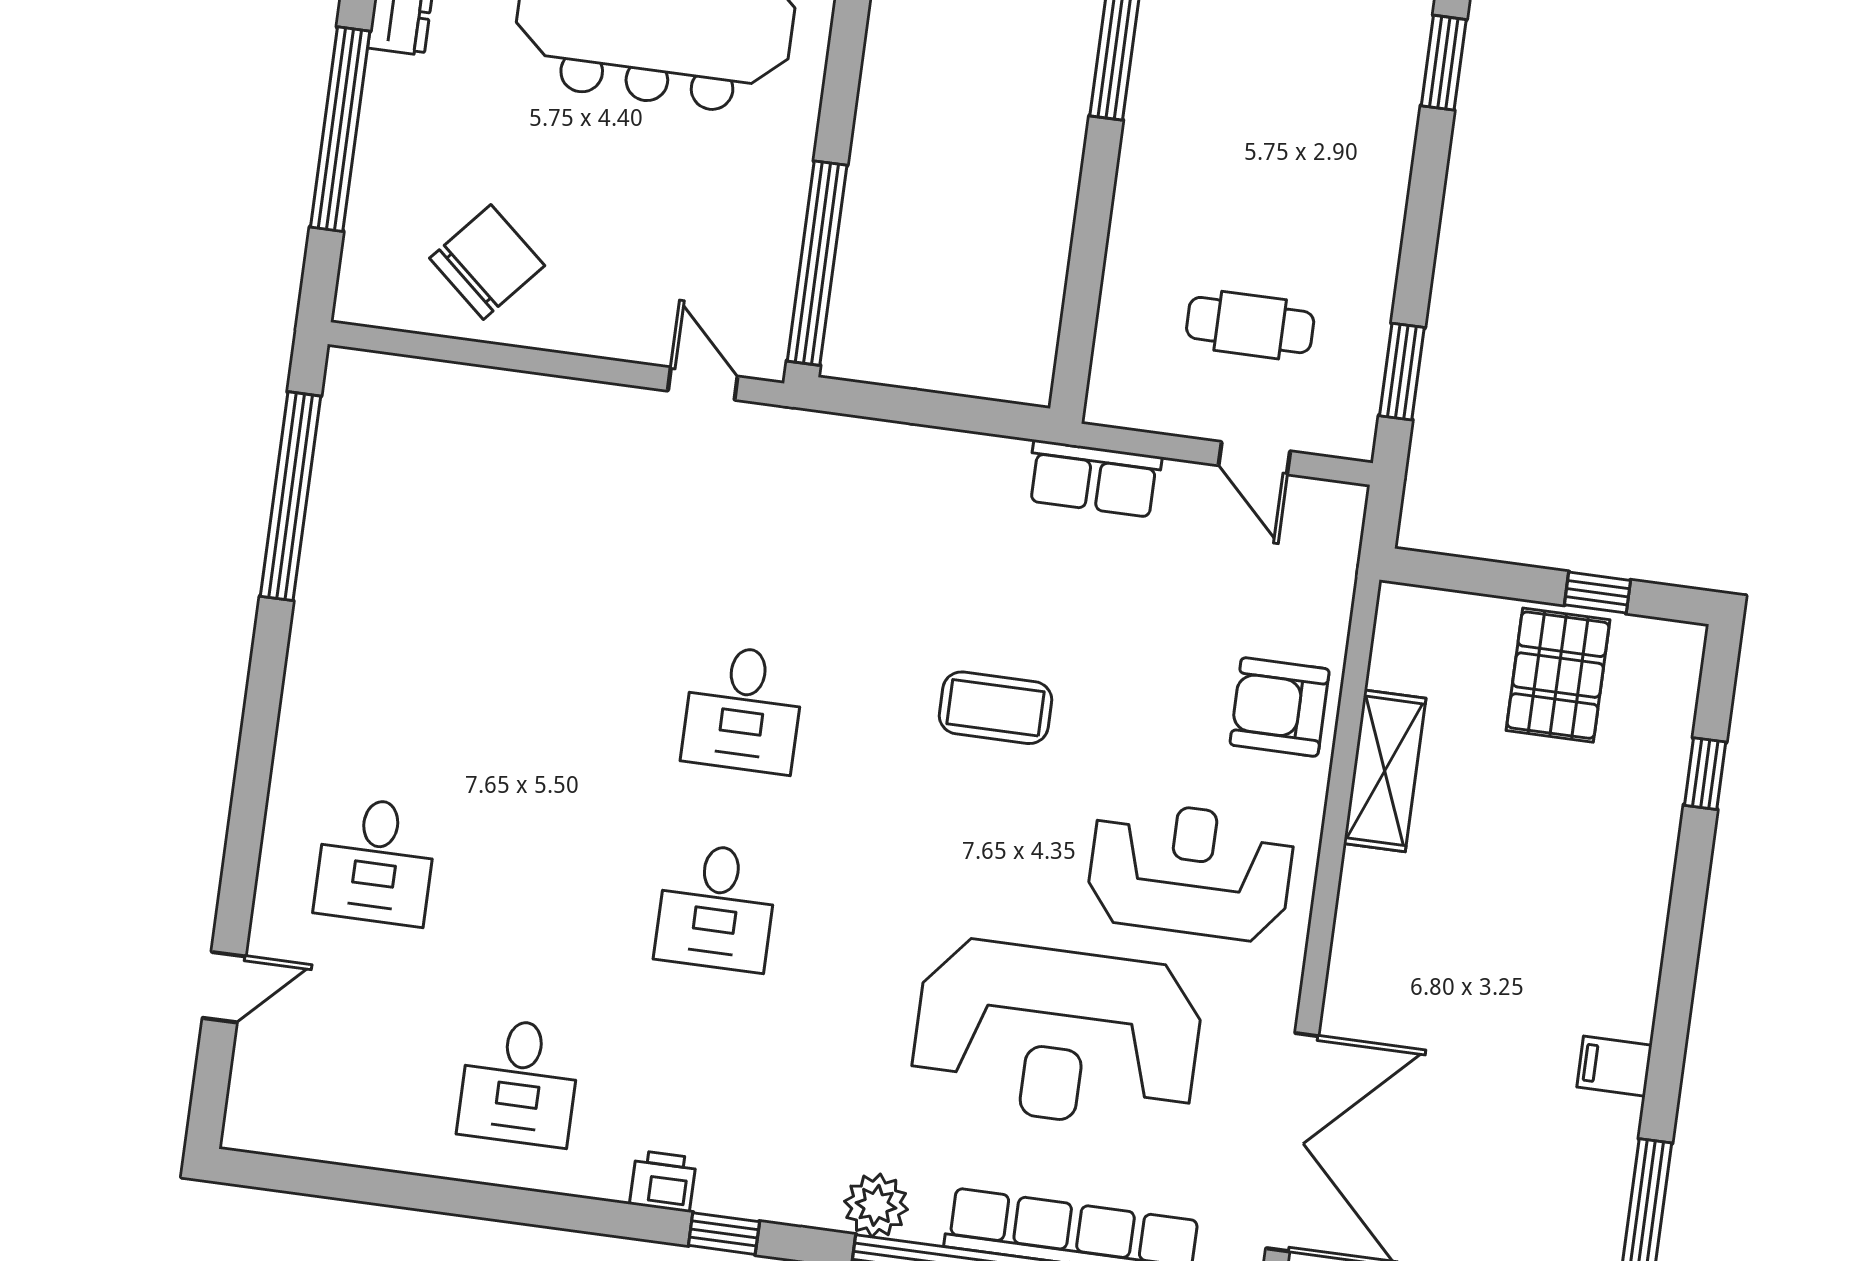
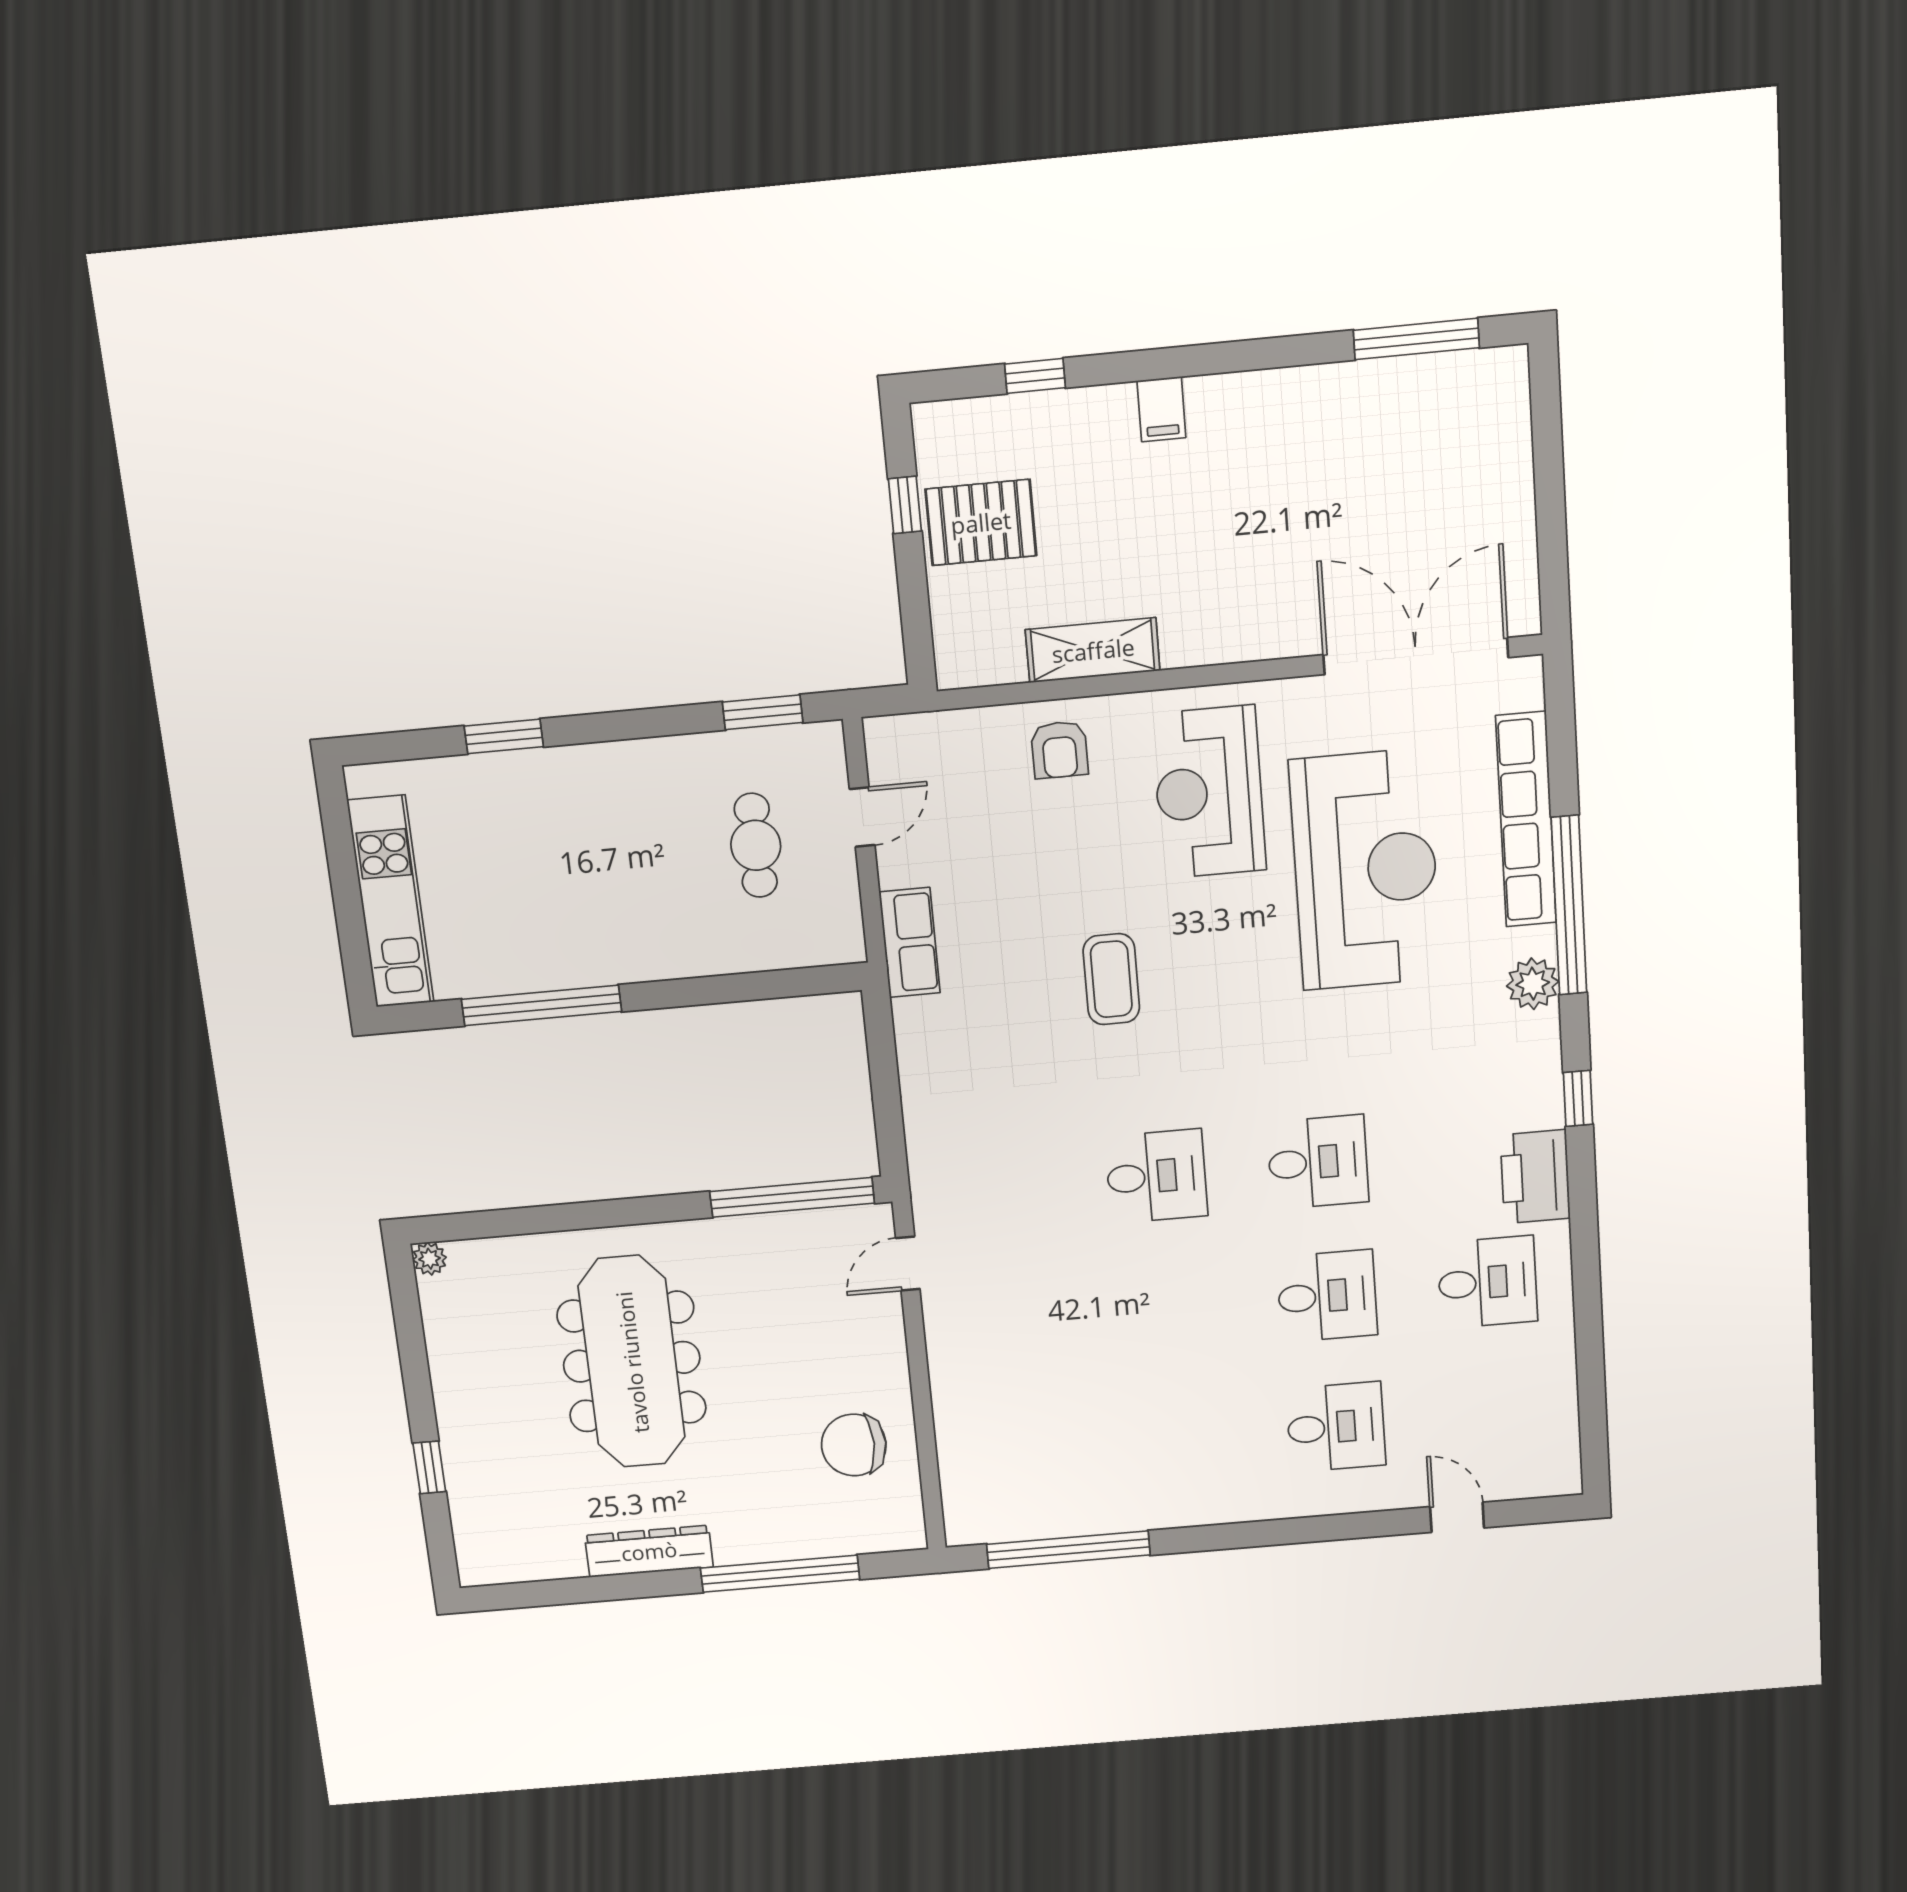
chair: (487, 262) -> (854, 1445), turned -41
armchair: (1280, 707) -> (1060, 750), width x0.72, depth x0.72
desk: (546, 884) -> (1327, 1296), added
filing cabinet: (1614, 1066) -> (1161, 409), moved
printer: (663, 1181) -> (1535, 1177), width x1.87, depth x1.48

